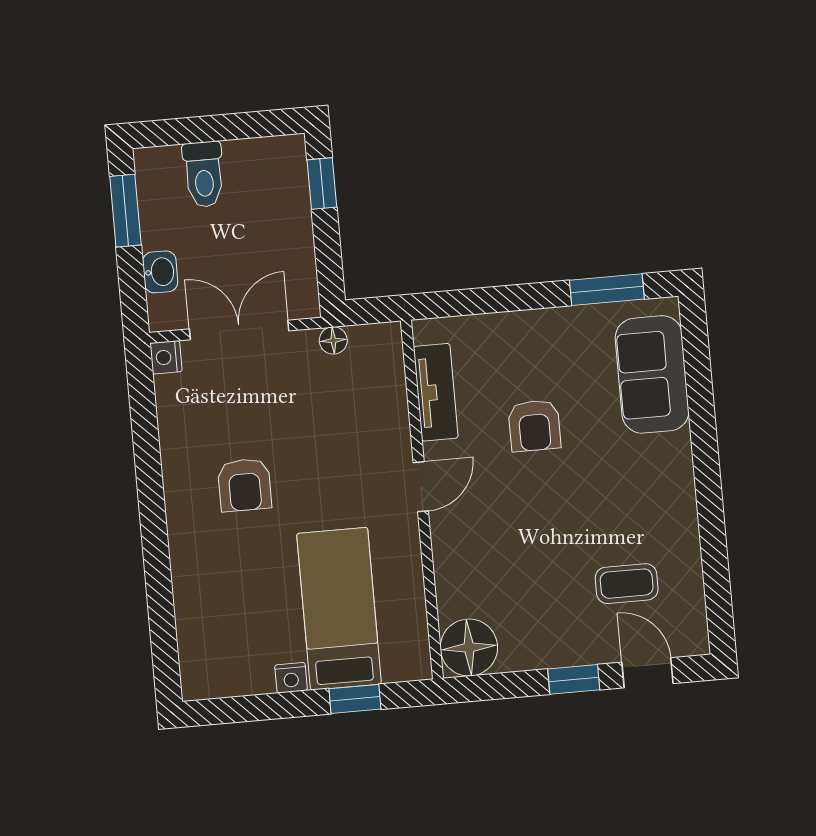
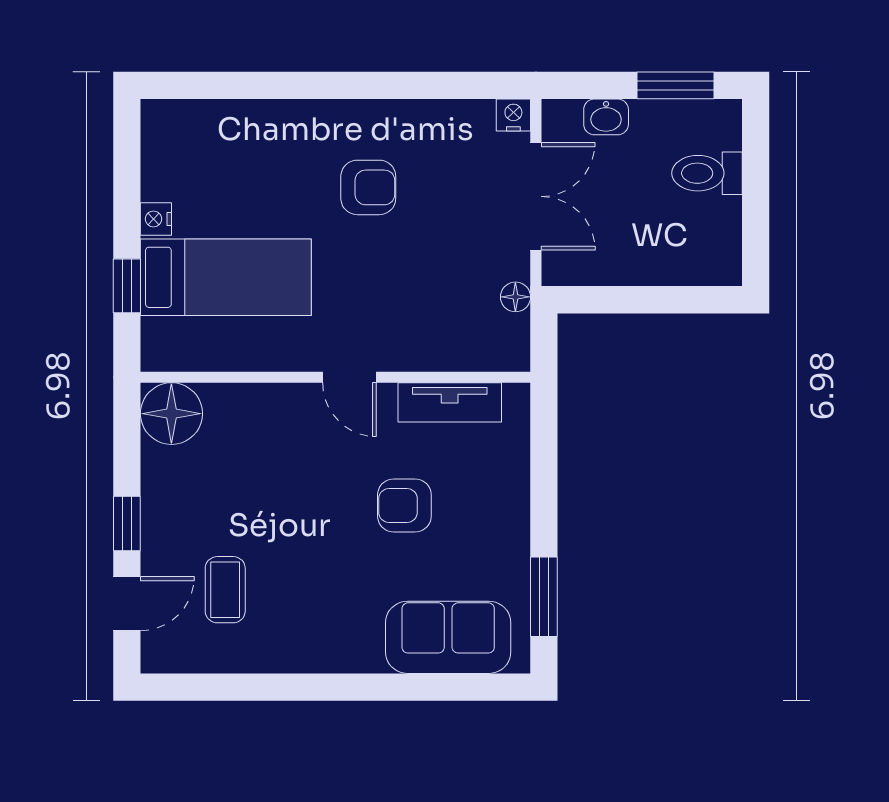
window: (322, 184) -> (686, 300), removed
armchair: (245, 485) -> (368, 187), turned 180

